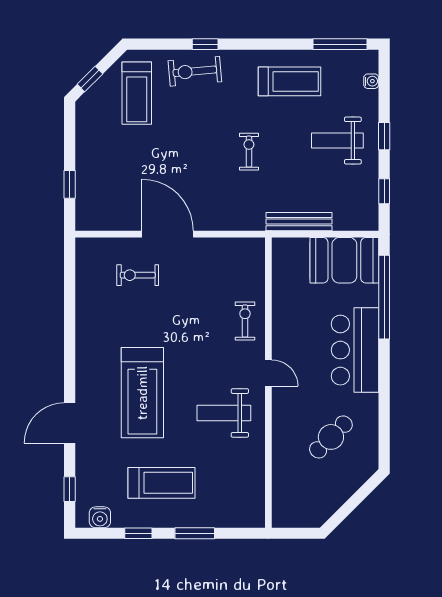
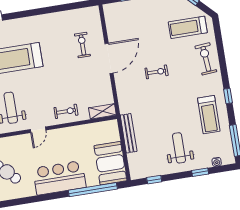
window: (205, 44) -> (228, 96), moved
window: (384, 136) -> (200, 172), moved
exercise bike: (249, 152) -> (157, 72), moved
shelving: (255, 260) -> (102, 111), added

